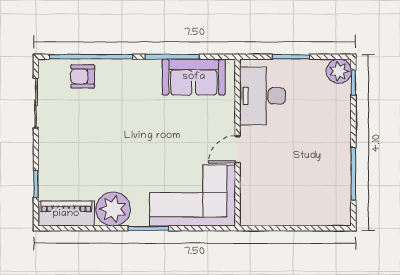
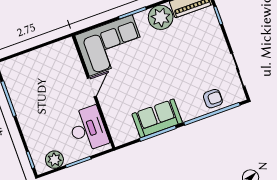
plant: (339, 71) -> (54, 160), moved
sofa: (194, 77) -> (157, 118), moved

